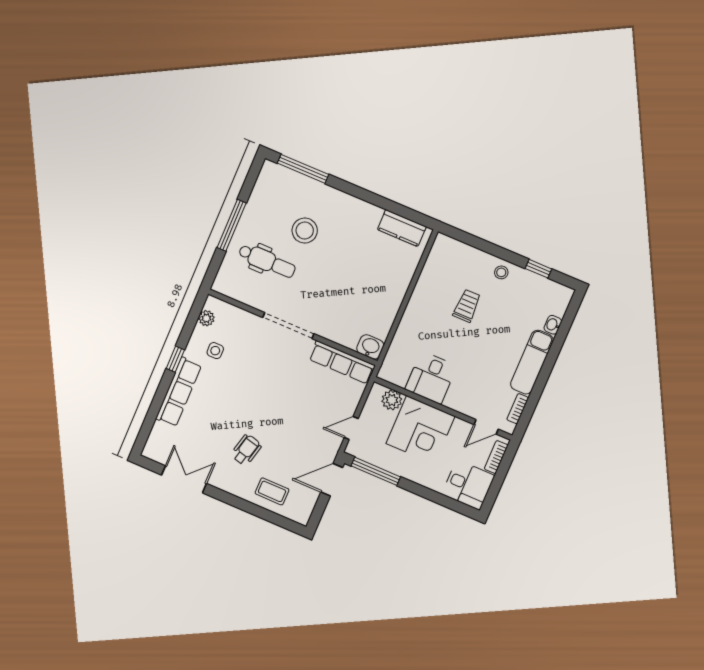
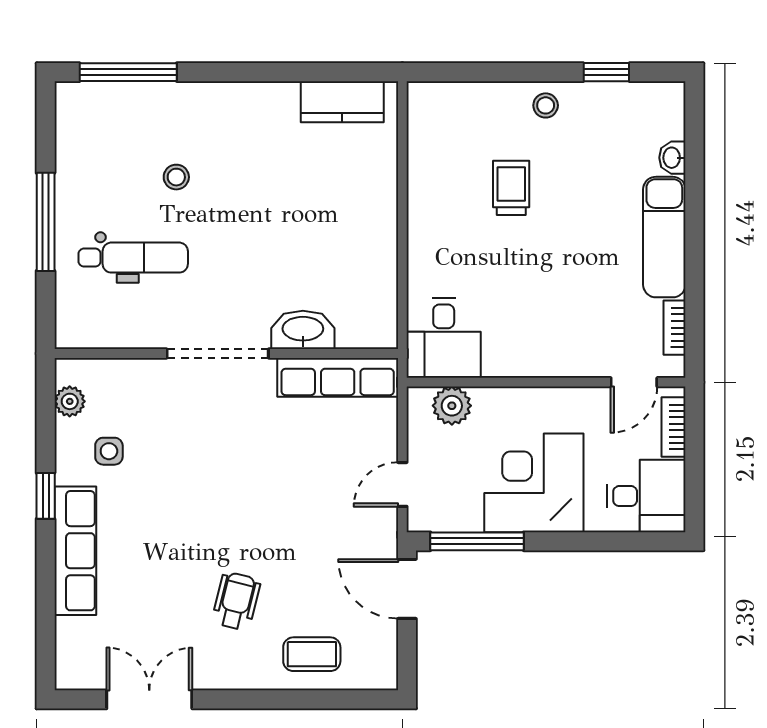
stool: (305, 231) -> (176, 177), width x0.53, depth x0.53
washbasin: (370, 347) -> (303, 330), moved, width x1.38
desk: (431, 378) -> (444, 338), moved
corner desk: (421, 430) -> (534, 483), moved, turned 180
door: (332, 480) -> (407, 589), hinge flipped

